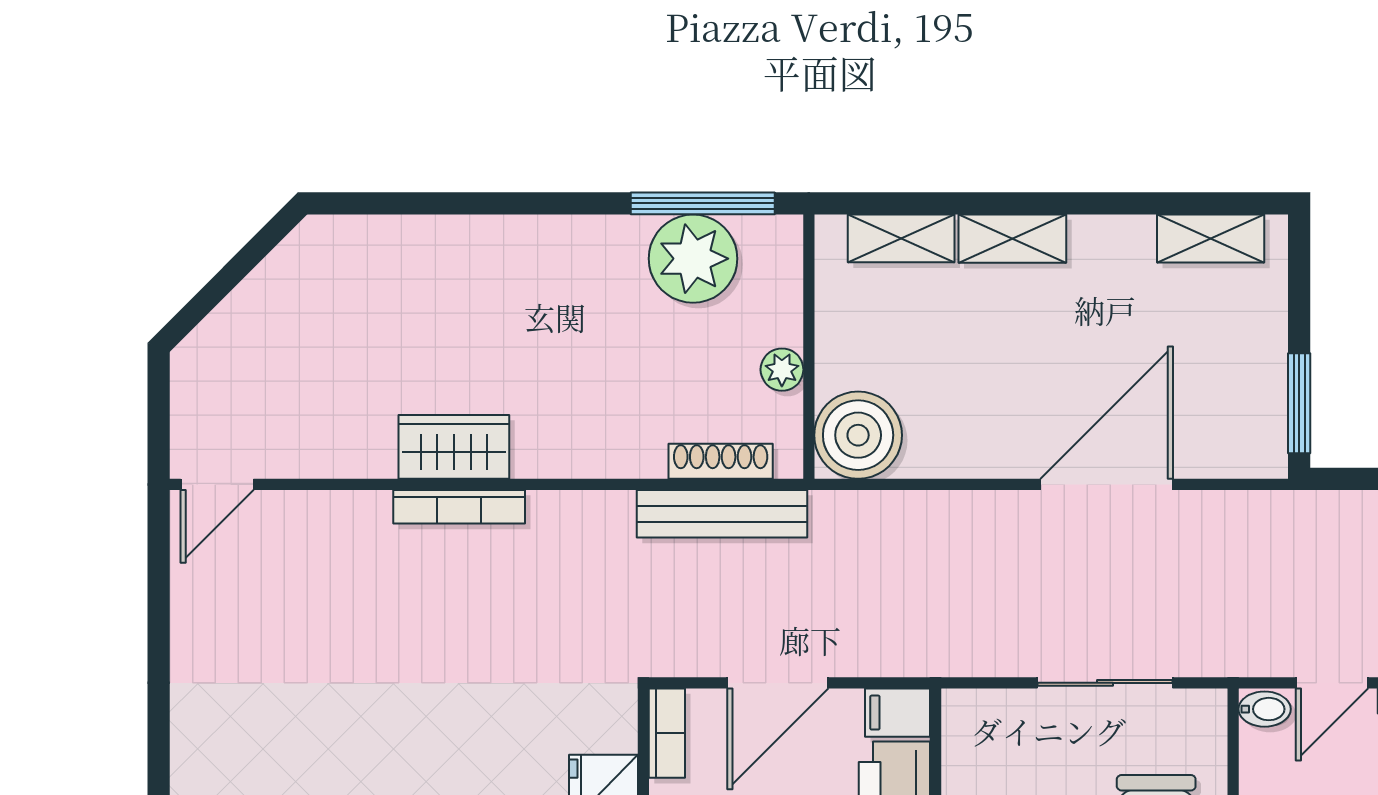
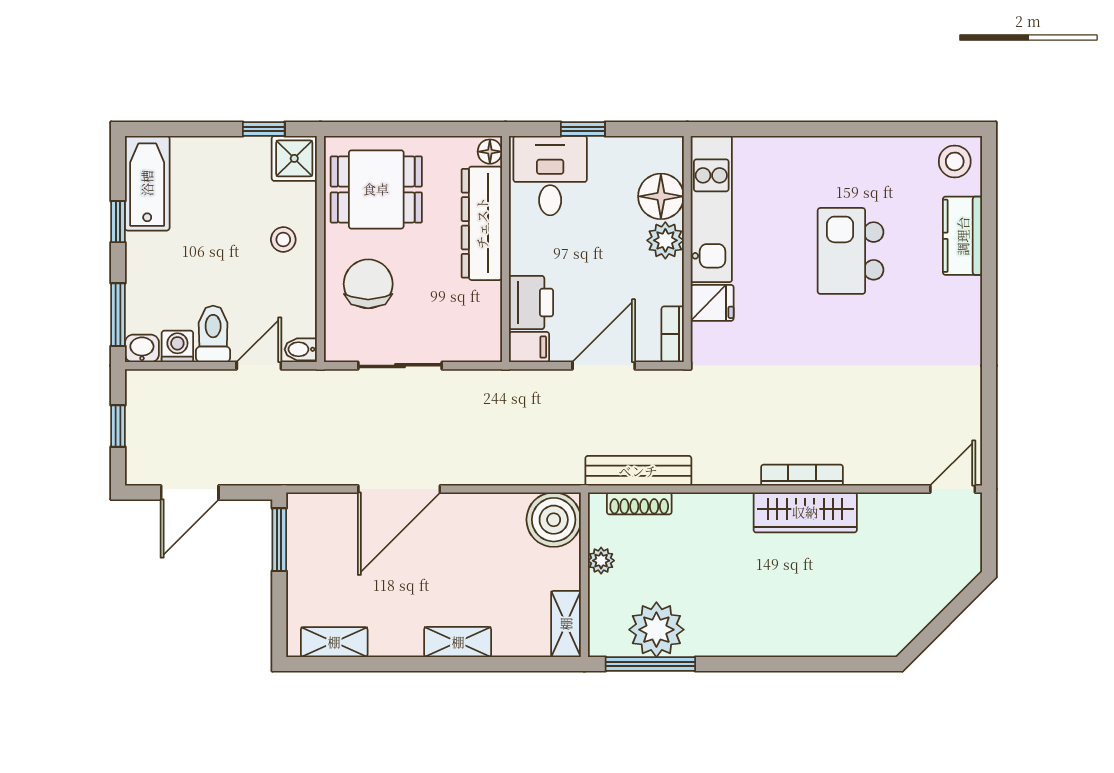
shelving: (901, 238) -> (566, 624), moved, turned 90
wardrobe: (454, 447) -> (805, 512), width x1.50

